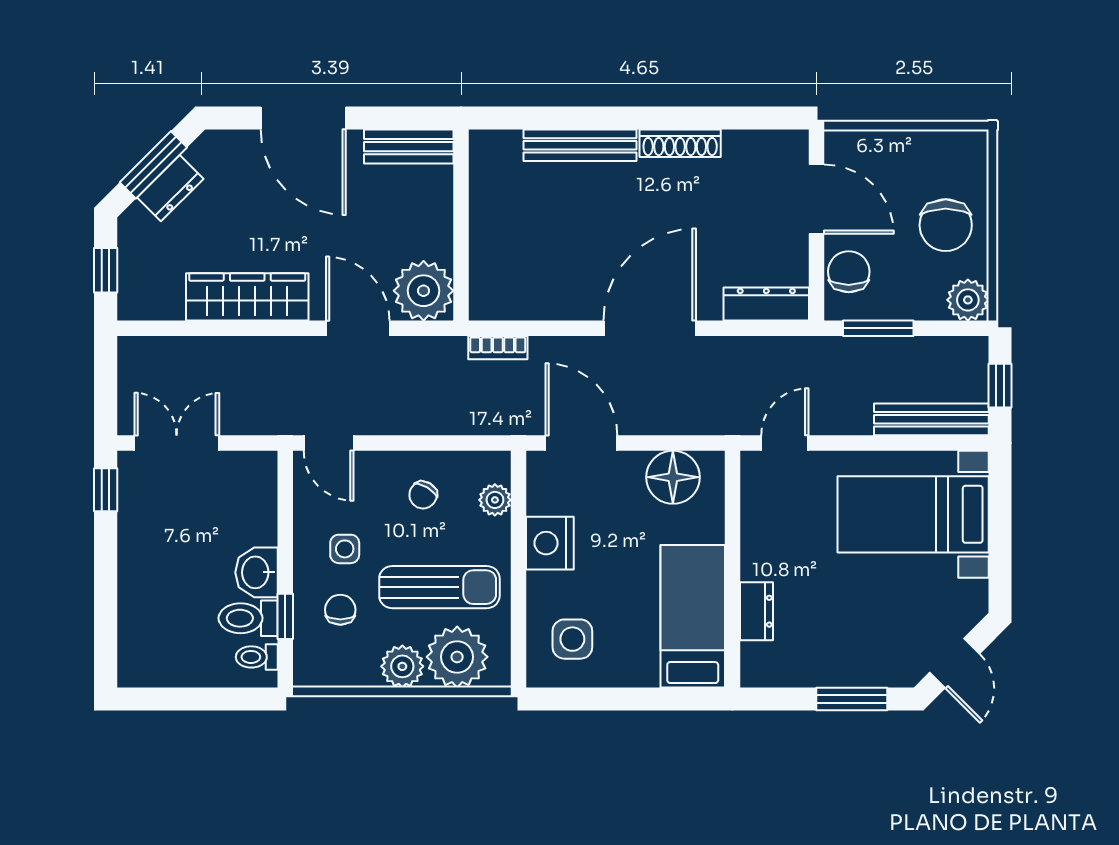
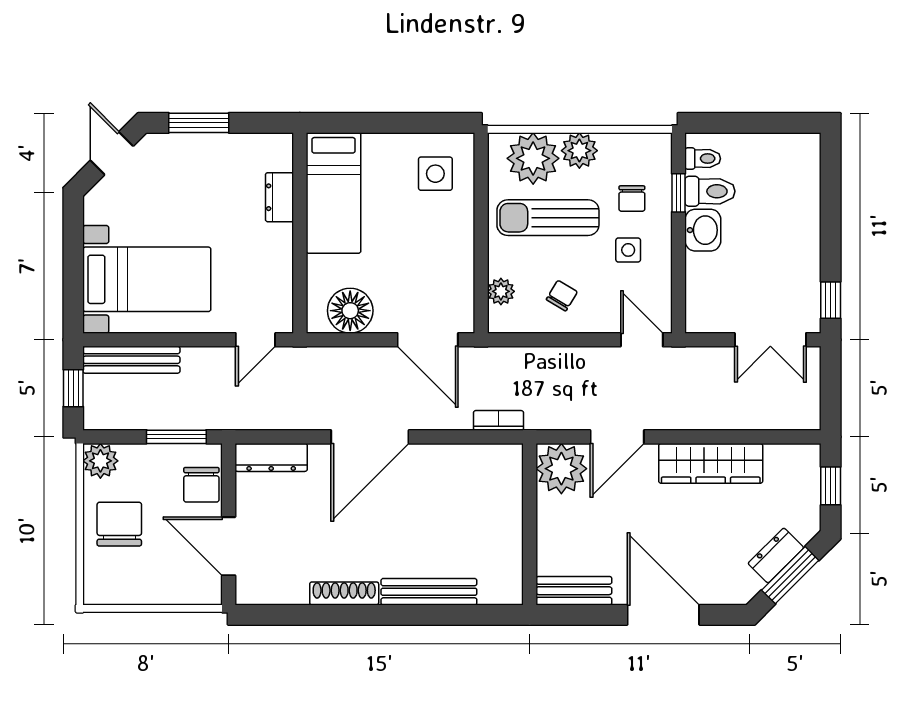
door: (358, 328) -> (617, 437), hinge flipped
nightstand: (550, 543) -> (454, 255), removed

